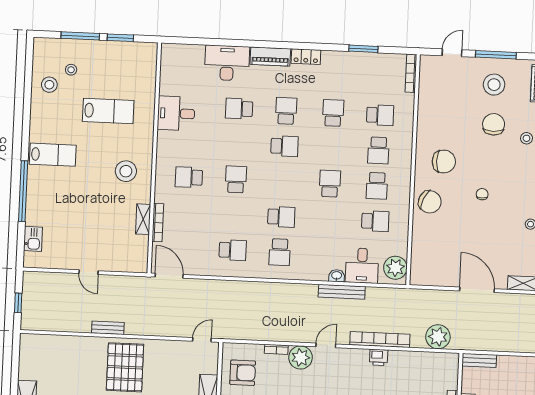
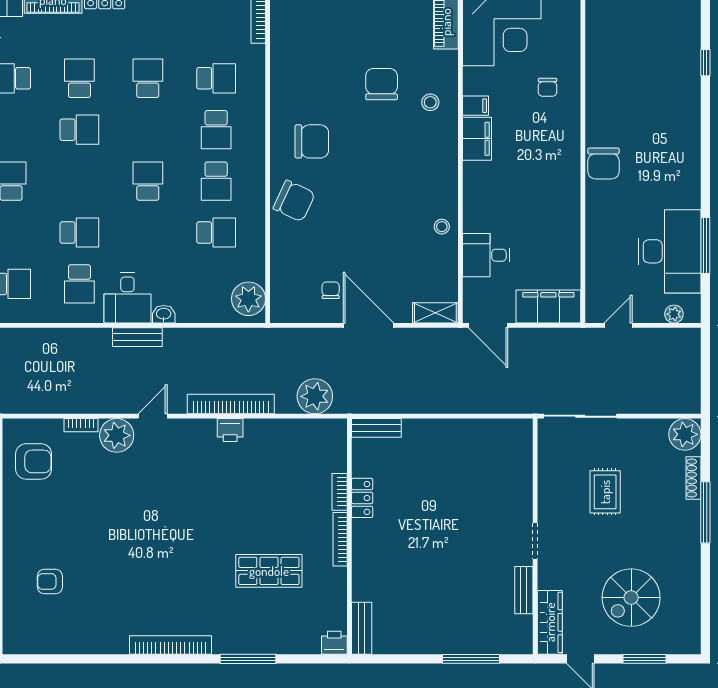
stool: (494, 85) -> (380, 26), removed
chair: (482, 194) -> (331, 290), moved
desk: (362, 266) -> (127, 298), moved
bench: (342, 292) -> (137, 337), moved, width x0.73

